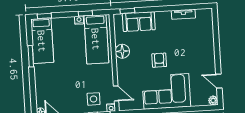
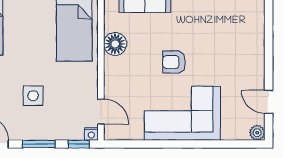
armchair: (159, 60) -> (174, 62), turned -90
side table: (94, 99) -> (33, 96), moved

